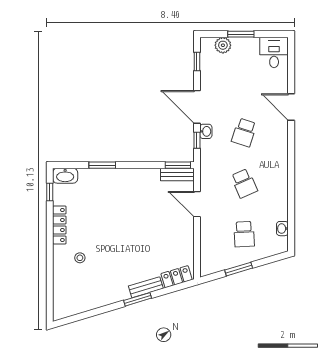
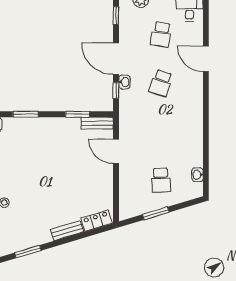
window: (178, 165) -> (78, 114), moved
school desk: (244, 183) -> (161, 34), moved, turned 33
window: (138, 299) -> (28, 252), moved

